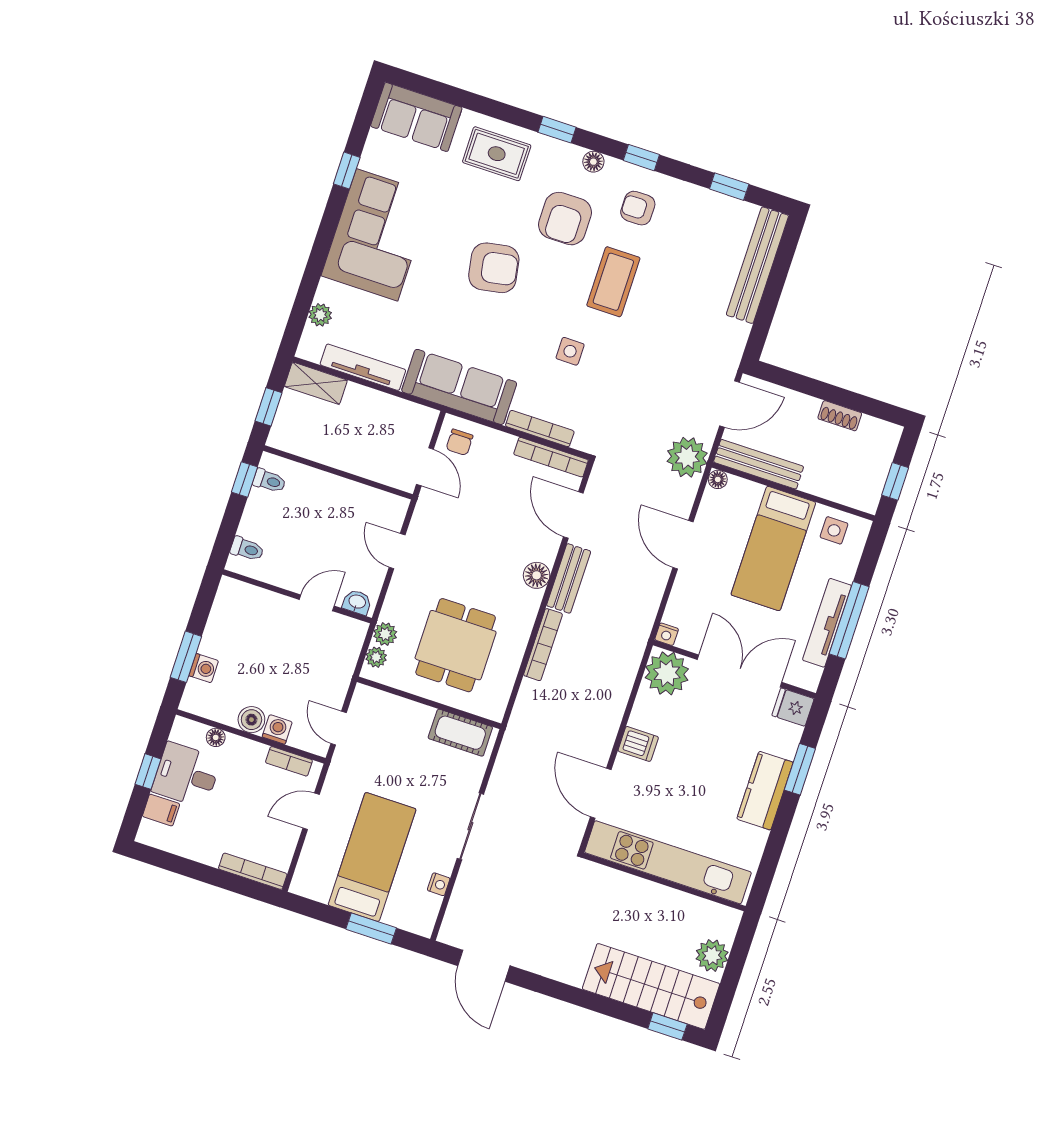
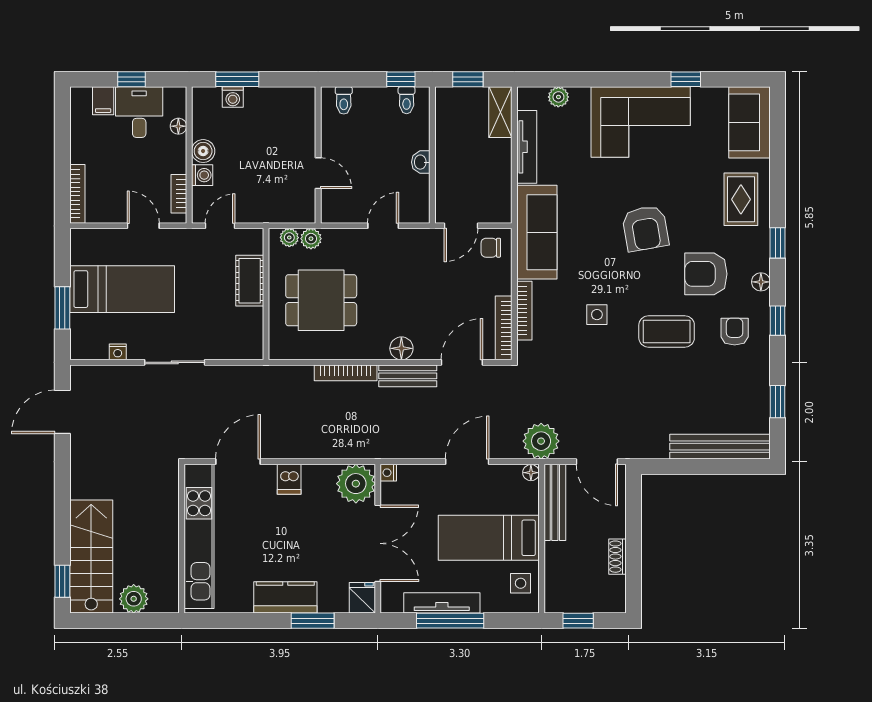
washbasin: (357, 602) -> (421, 162), moved, turned 180
cot: (460, 733) -> (250, 281), moved

